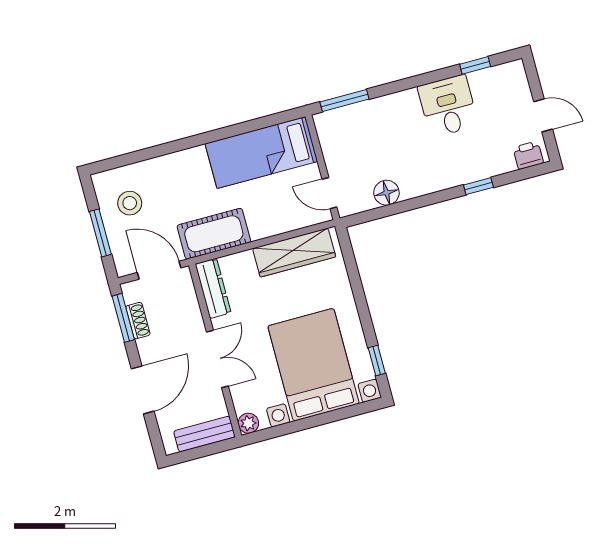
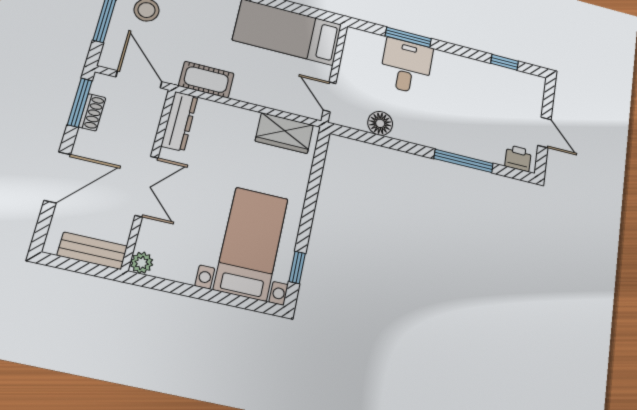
window: (344, 101) -> (408, 37), moved
desk: (448, 106) -> (406, 66), moved
window: (478, 186) -> (464, 161), width x2.17
cot: (214, 234) -> (206, 80), width x0.73, depth x0.75
wardrobe: (294, 253) -> (284, 133), width x0.67
bed with nightstands: (314, 365) -> (251, 244), width x0.73

